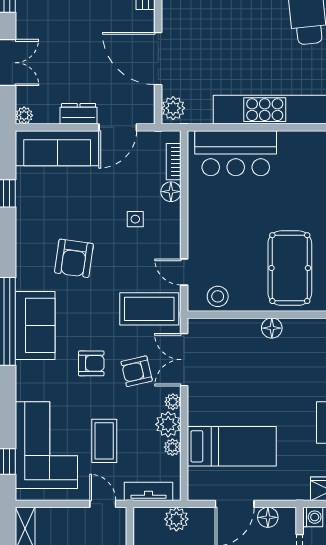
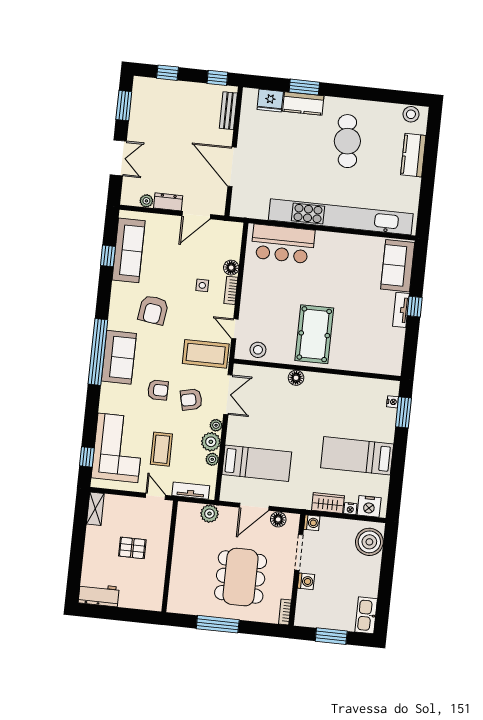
plant: (173, 108) -> (239, 205), removed
plant: (24, 115) -> (146, 201), moved
sofa: (57, 148) -> (129, 250), moved, turned -90
bookcase: (174, 162) -> (231, 290), moved
double door: (184, 360) -> (228, 395), swing flipped

